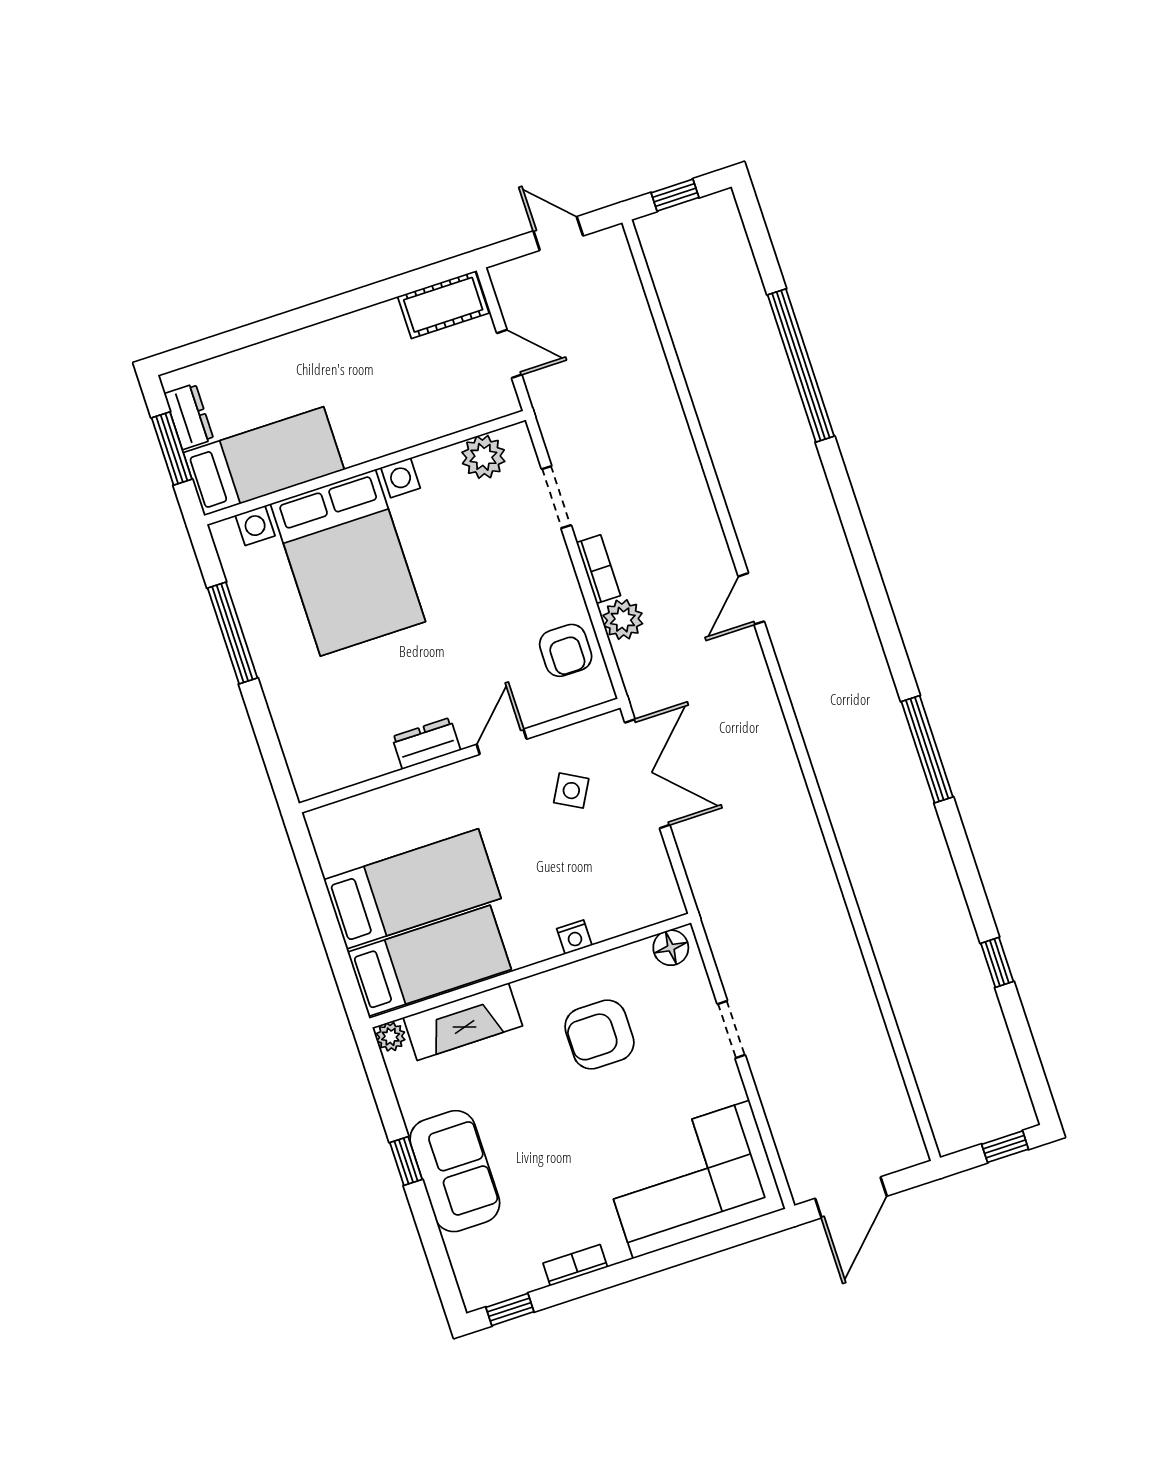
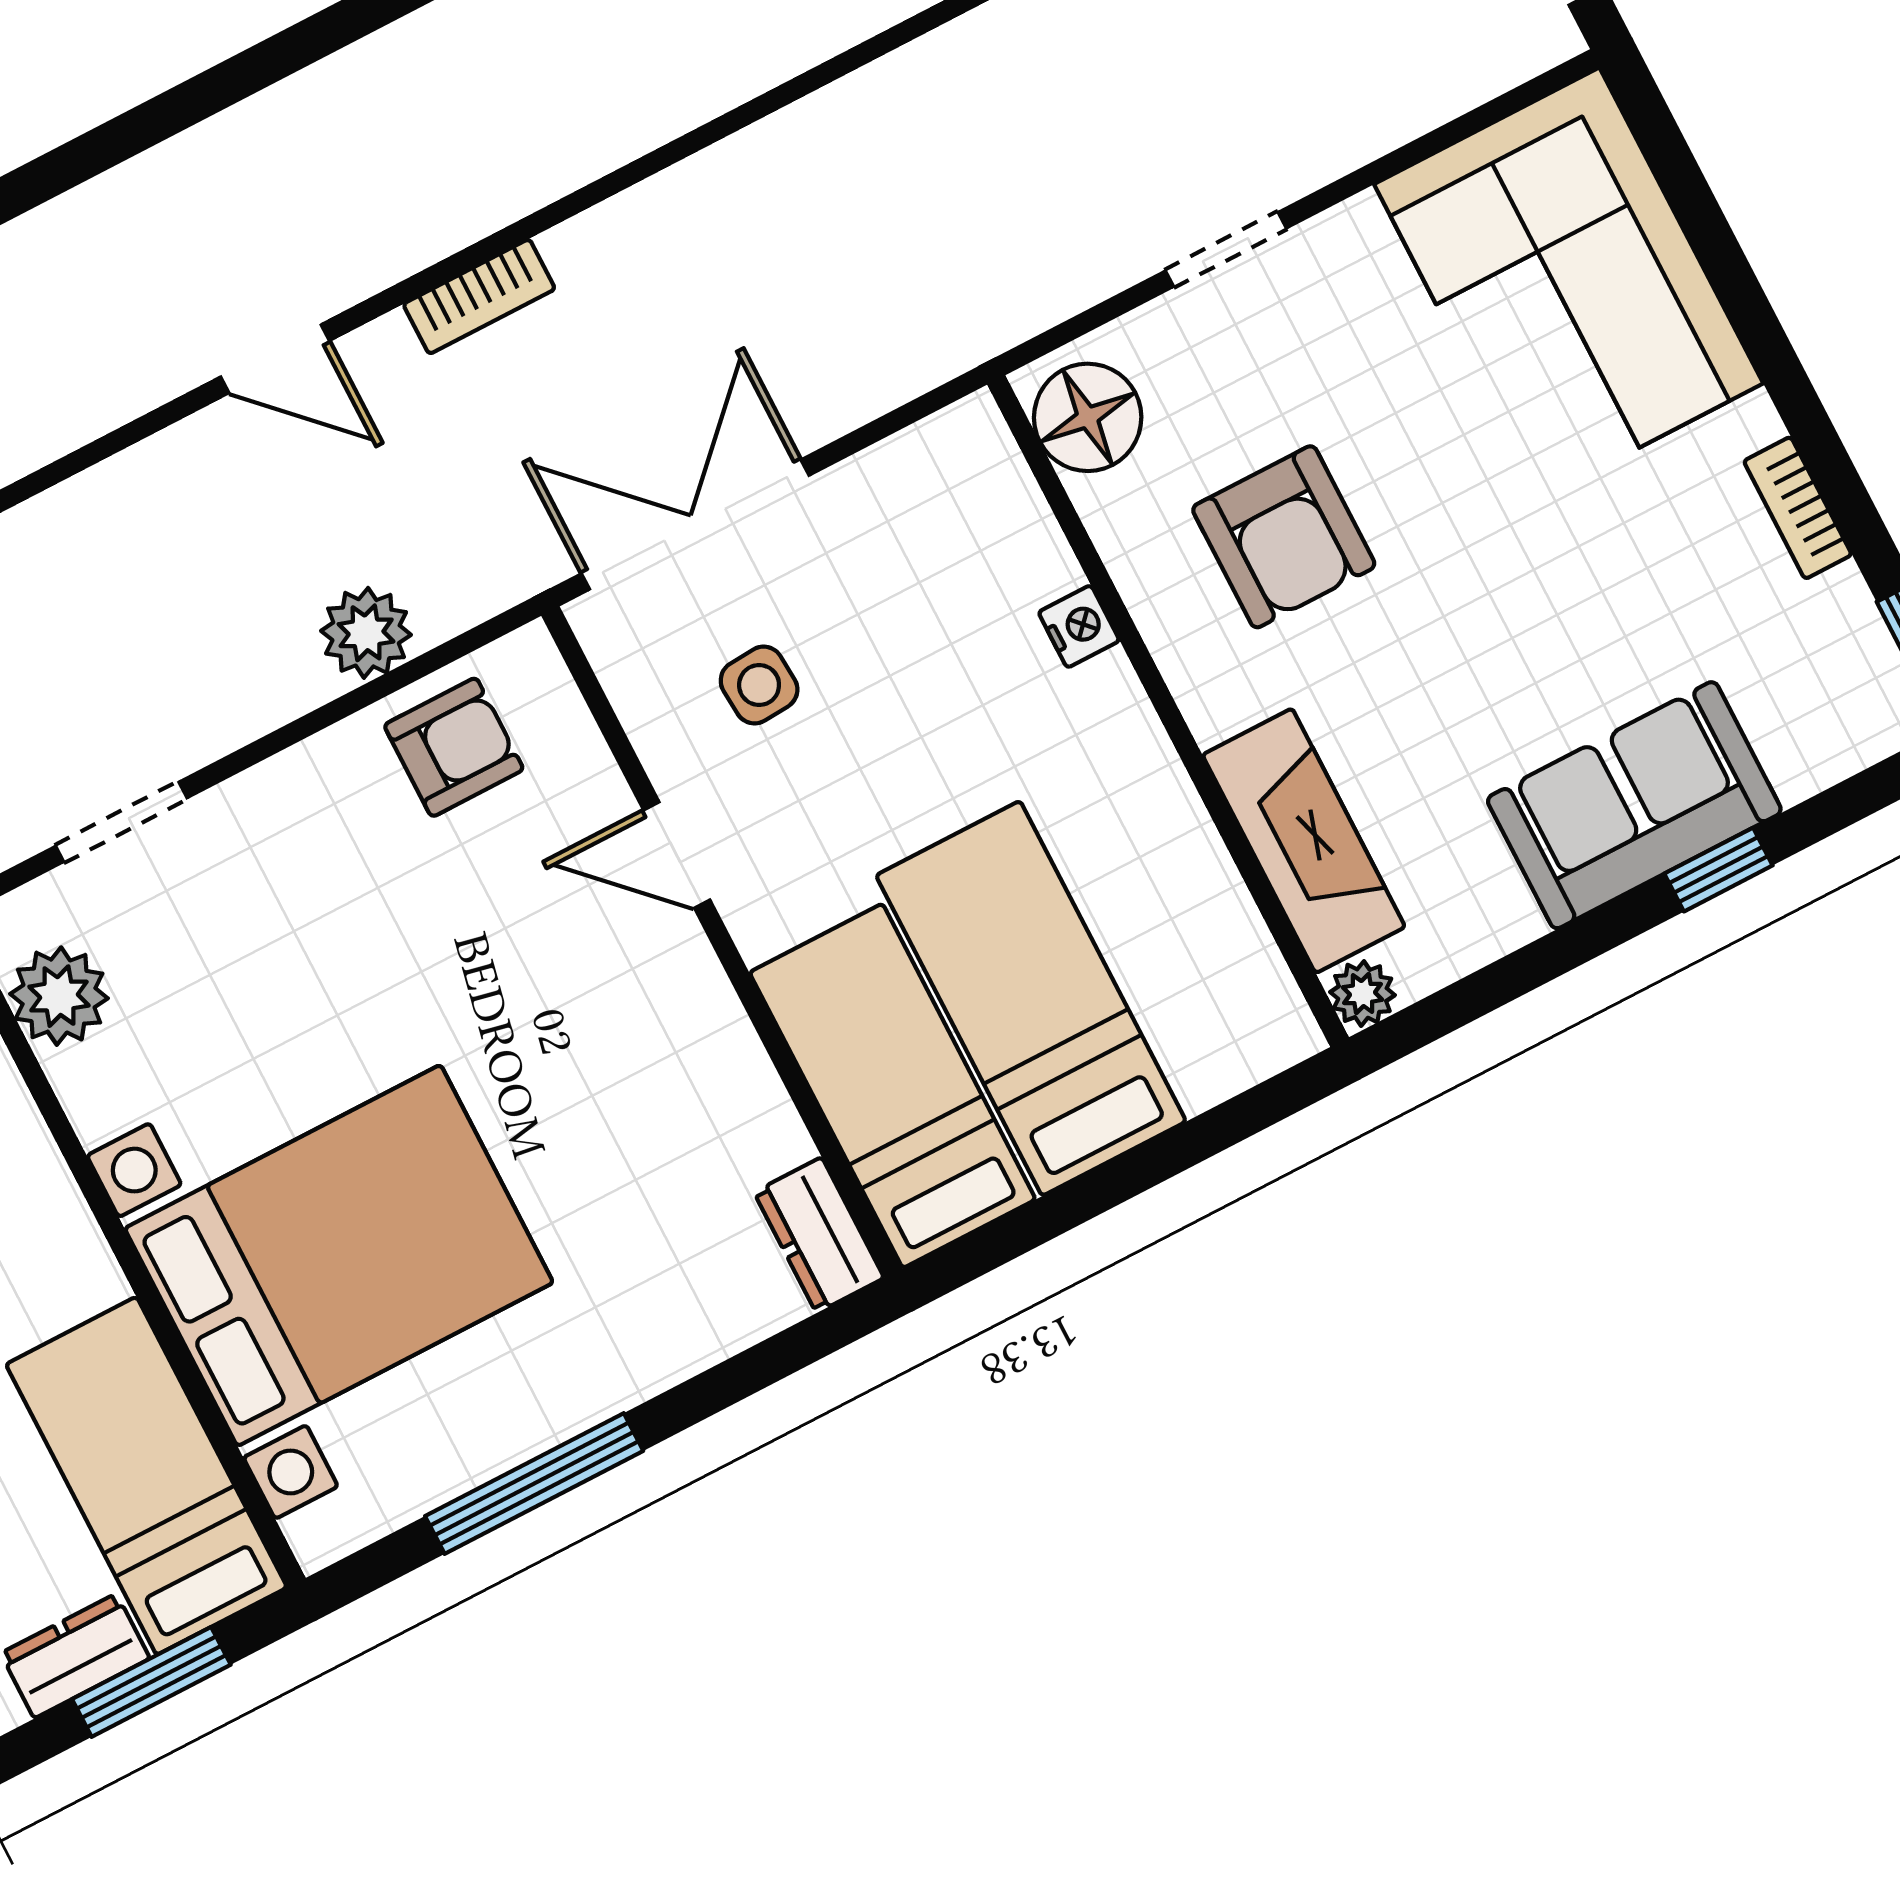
bookcase: (598, 569) -> (479, 296), moved, turned 180
dresser: (426, 743) -> (819, 1235), moved
side table: (571, 791) -> (759, 685), turned -33
floor lamp: (671, 948) -> (1088, 417), width x1.38, depth x1.38
bed: (429, 961) -> (893, 1086), moved
window: (406, 1161) -> (1718, 870), moved

